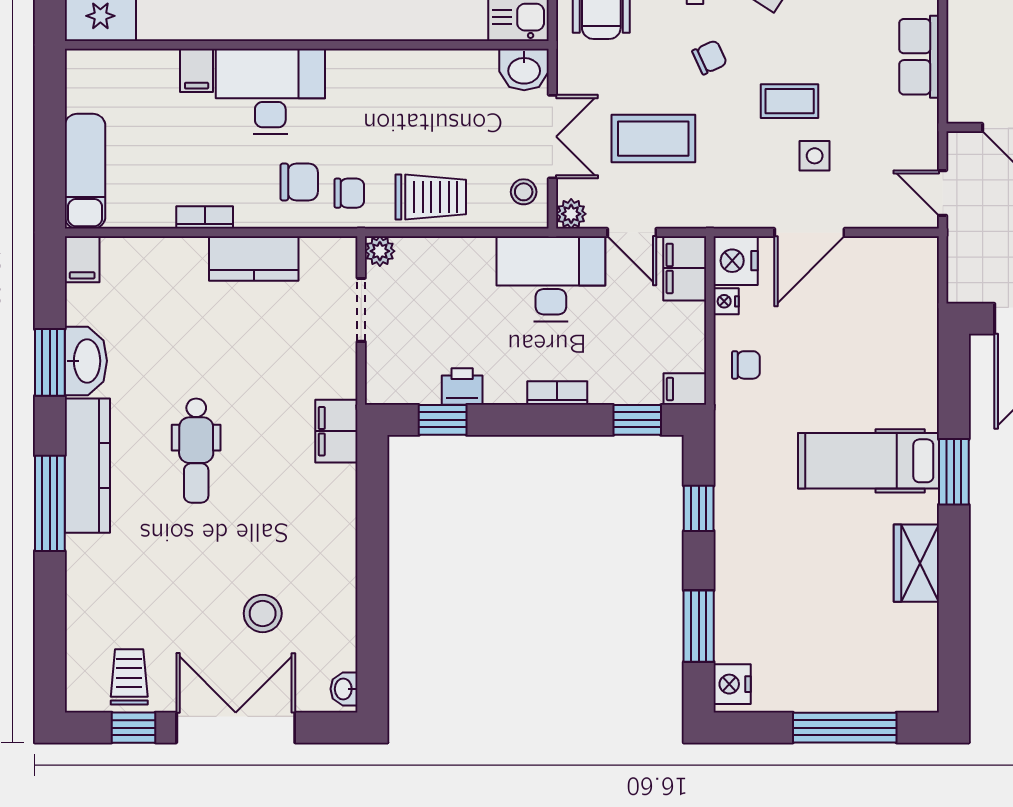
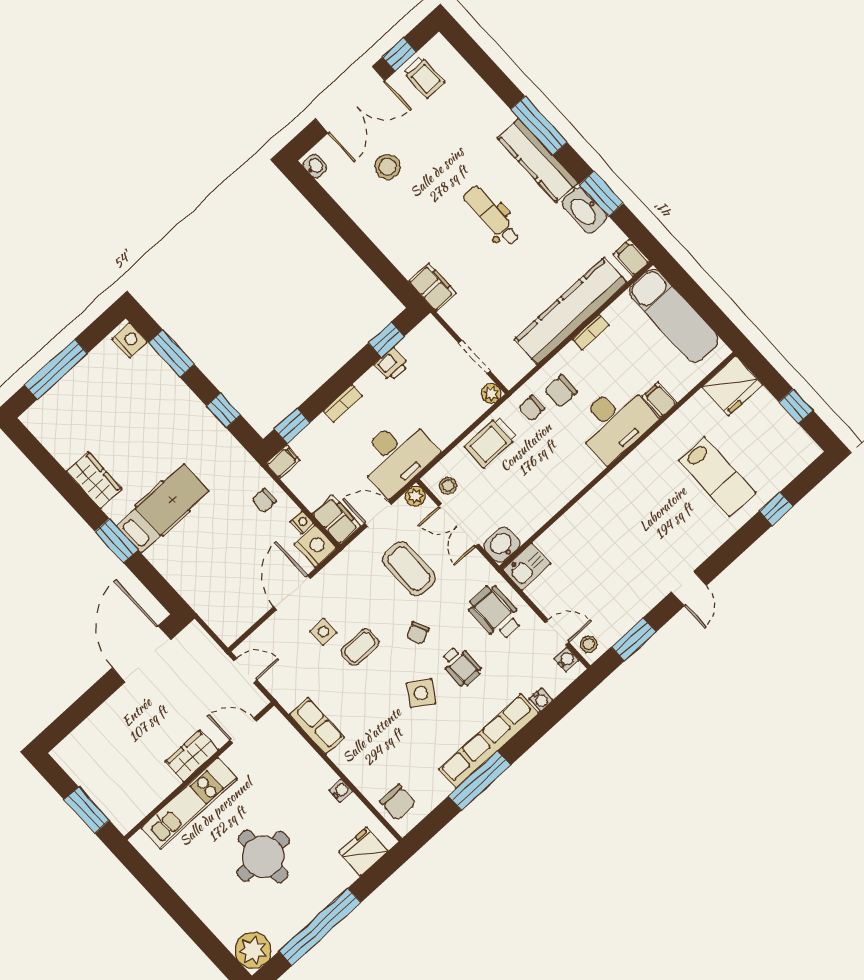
coffee table: (653, 139) -> (409, 569), turned 90
exam couch: (85, 171) -> (674, 316), width x1.36, depth x1.45
kitchen counter: (254, 259) -> (571, 311), width x2.08, depth x1.17

